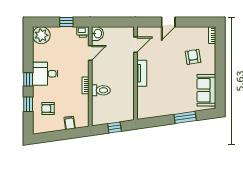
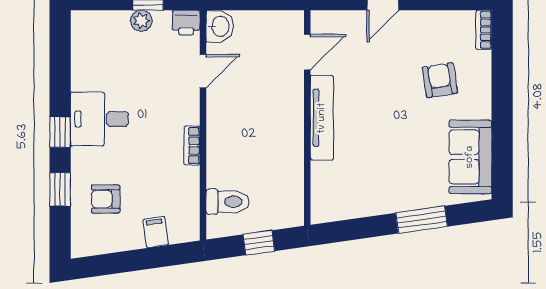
plant: (41, 35) -> (141, 21), moved, width x0.53, depth x0.53
tv unit: (142, 73) -> (322, 118), width x1.41
toilet: (101, 90) -> (227, 202), moved

